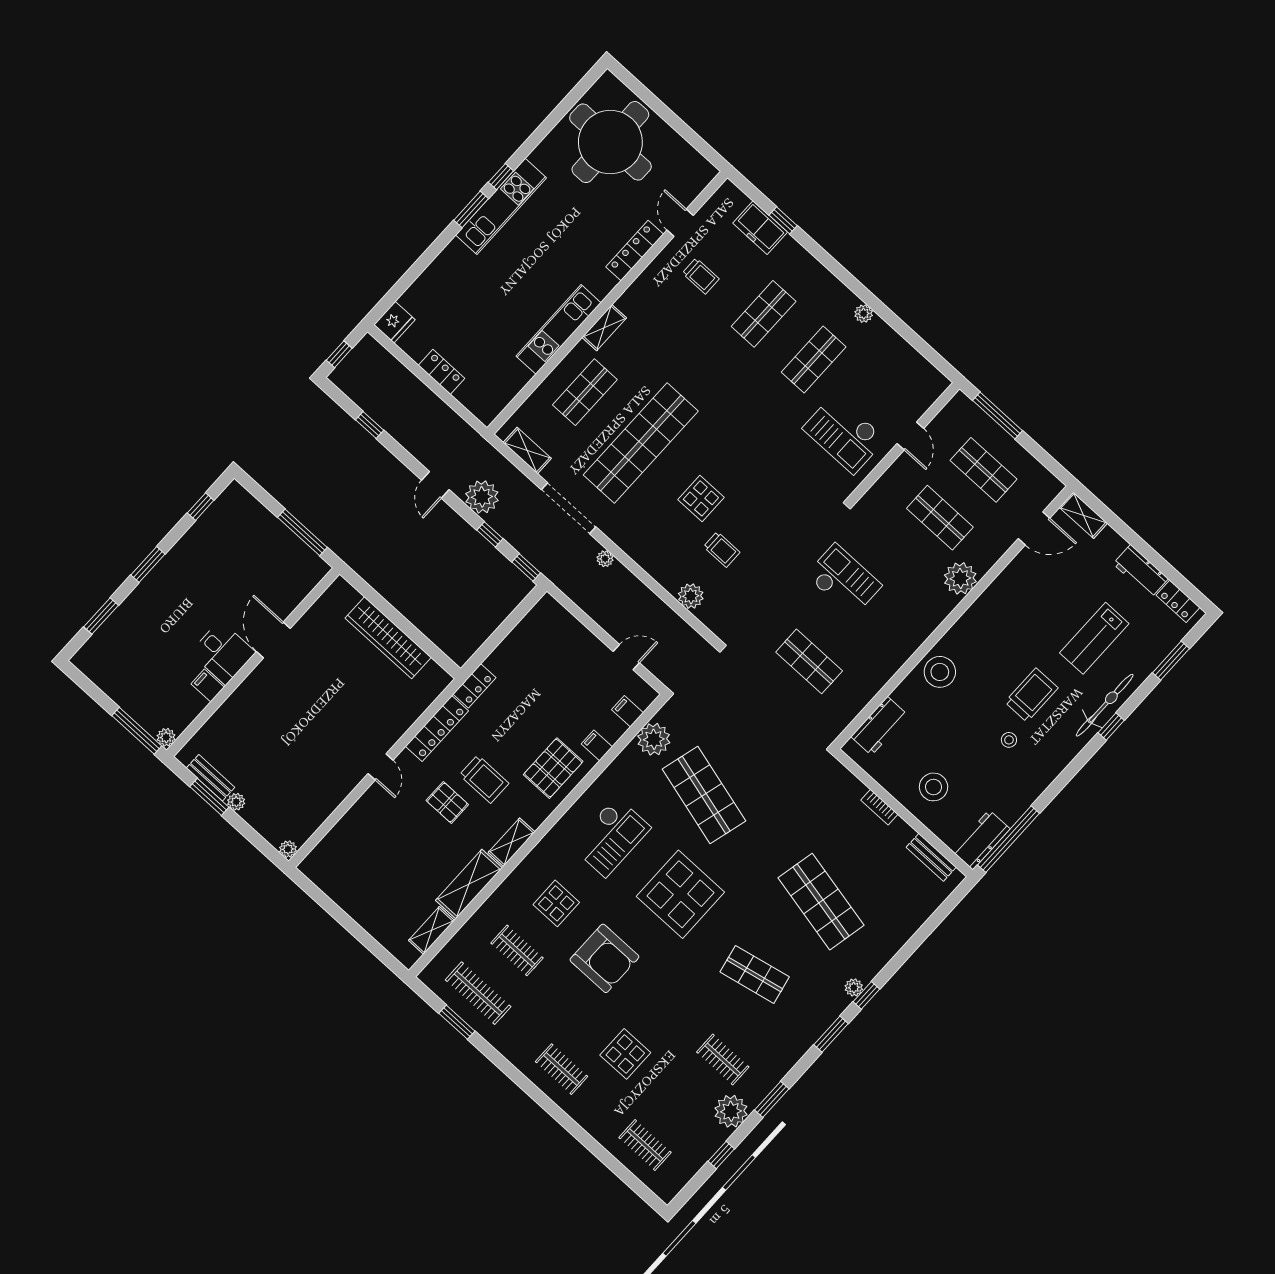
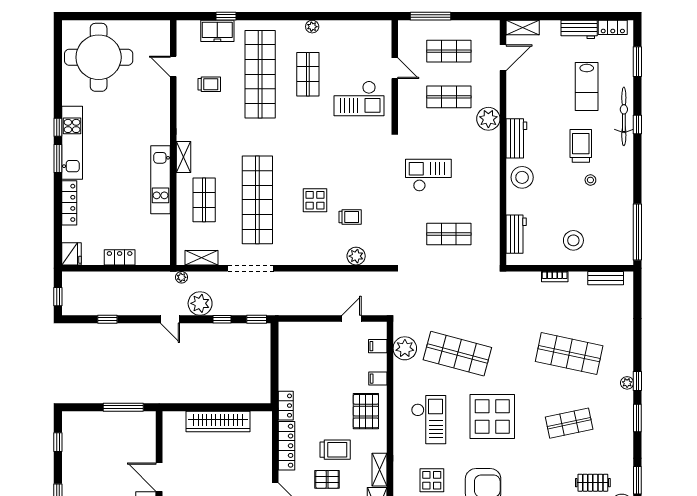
locker: (635, 251) -> (69, 203), moved, turned 180
shop shelf: (764, 314) -> (260, 74), width x2.00, depth x1.36
plant: (605, 559) -> (182, 277), moved
workbench: (981, 840) -> (516, 138), moved, turned 180

